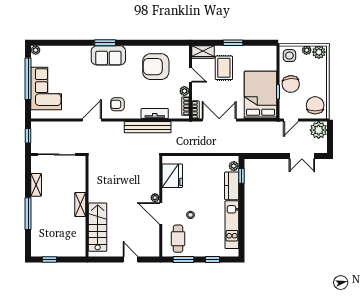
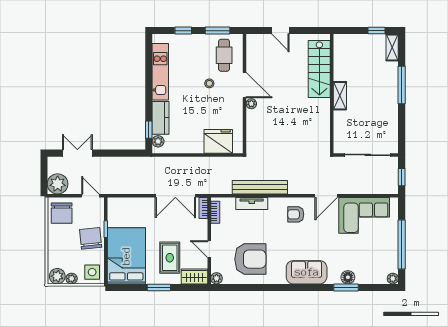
window: (105, 43) -> (346, 287), moved
floor lamp: (74, 51) -> (348, 277), added
corner sofa: (46, 89) -> (364, 215), moved, turned -90
plant: (184, 91) -> (217, 278), moved
bed: (261, 95) -> (126, 256), moved, turned 180
armchair: (117, 104) -> (296, 214), turned 180
door: (291, 120) -> (90, 196), hinge flipped
fridge: (172, 176) -> (218, 141), moved, turned 90
shelving: (36, 185) -> (392, 47), moved

